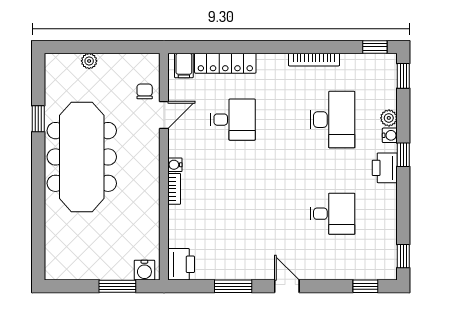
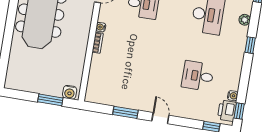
water cooler: (390, 135) -> (233, 96), moved
printer: (385, 168) -> (227, 111), moved
desk: (332, 214) -> (198, 76), turned 180
printer: (181, 264) -> (94, 92), removed

